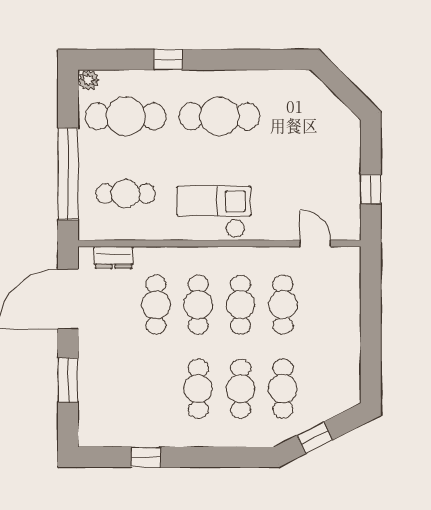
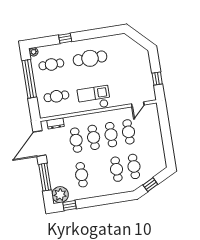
cafe table: (126, 116) -> (51, 64), width x0.73, depth x0.74
window: (68, 174) -> (29, 79), moved
door: (315, 243) -> (138, 104), swing flipped
window: (68, 380) -> (45, 177), width x1.44
cafe table: (198, 389) -> (82, 175), moved
plant: (97, 428) -> (60, 195), added
window: (146, 457) -> (69, 206), moved

